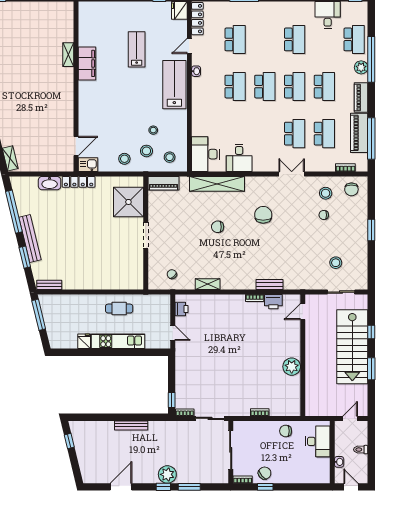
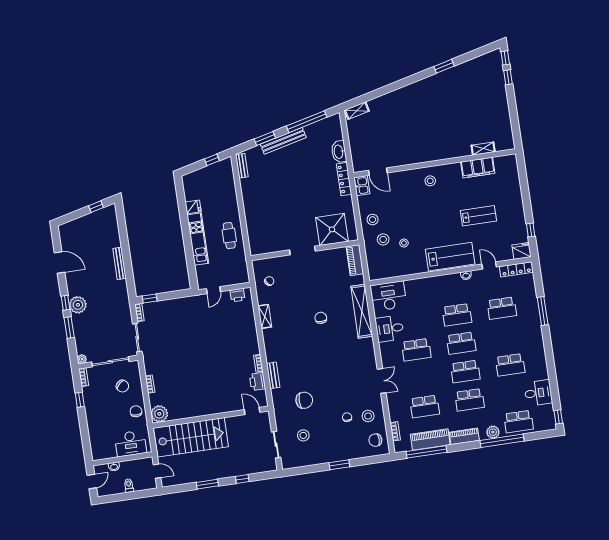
shelving: (68, 55) -> (483, 149), moved
filing cabinet: (87, 63) -> (478, 168), moved
school desk: (295, 134) -> (416, 350), moved
stool: (170, 157) -> (430, 181), moved
chair: (263, 215) -> (304, 400), moved
window: (39, 315) -> (212, 160), width x0.46
stairs: (352, 347) -> (191, 437), moved, turned 180
plant: (292, 367) -> (159, 414), moved
chair: (265, 473) -> (122, 386), moved
plant: (224, 479) -> (82, 359), added

